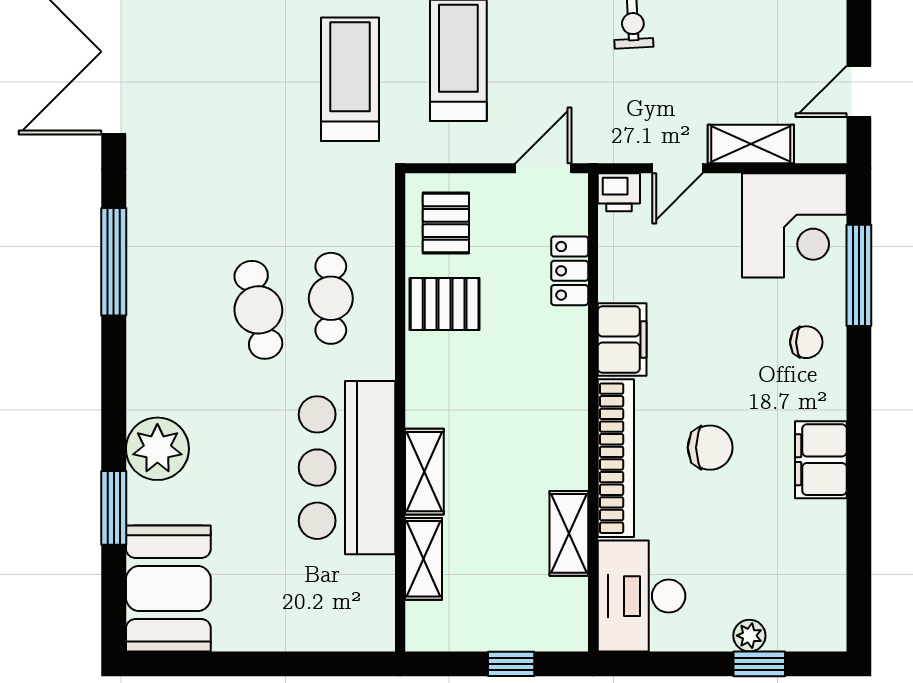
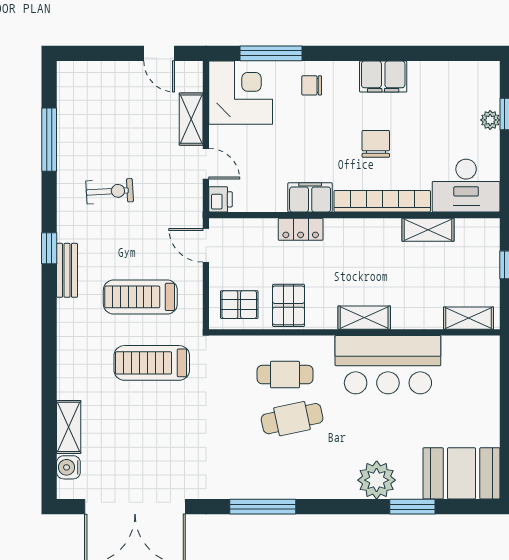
locker: (570, 271) -> (301, 229), moved
chair: (806, 342) -> (312, 85), turned -90
shelving: (424, 472) -> (364, 318), moved
shelving: (423, 559) -> (469, 318), moved

